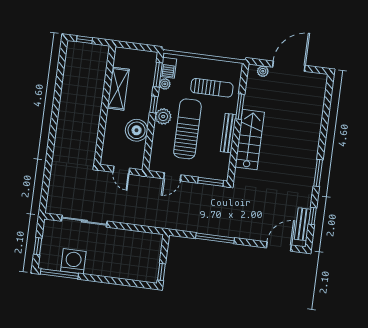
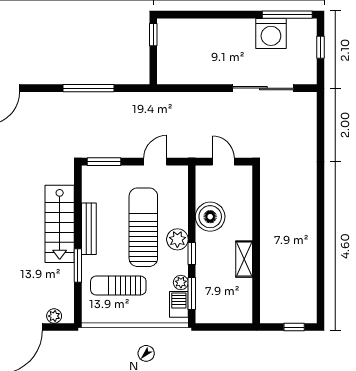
shelving: (118, 89) -> (244, 259), width x0.67, depth x0.75
sun lounger: (187, 129) -> (143, 227), turned 180

